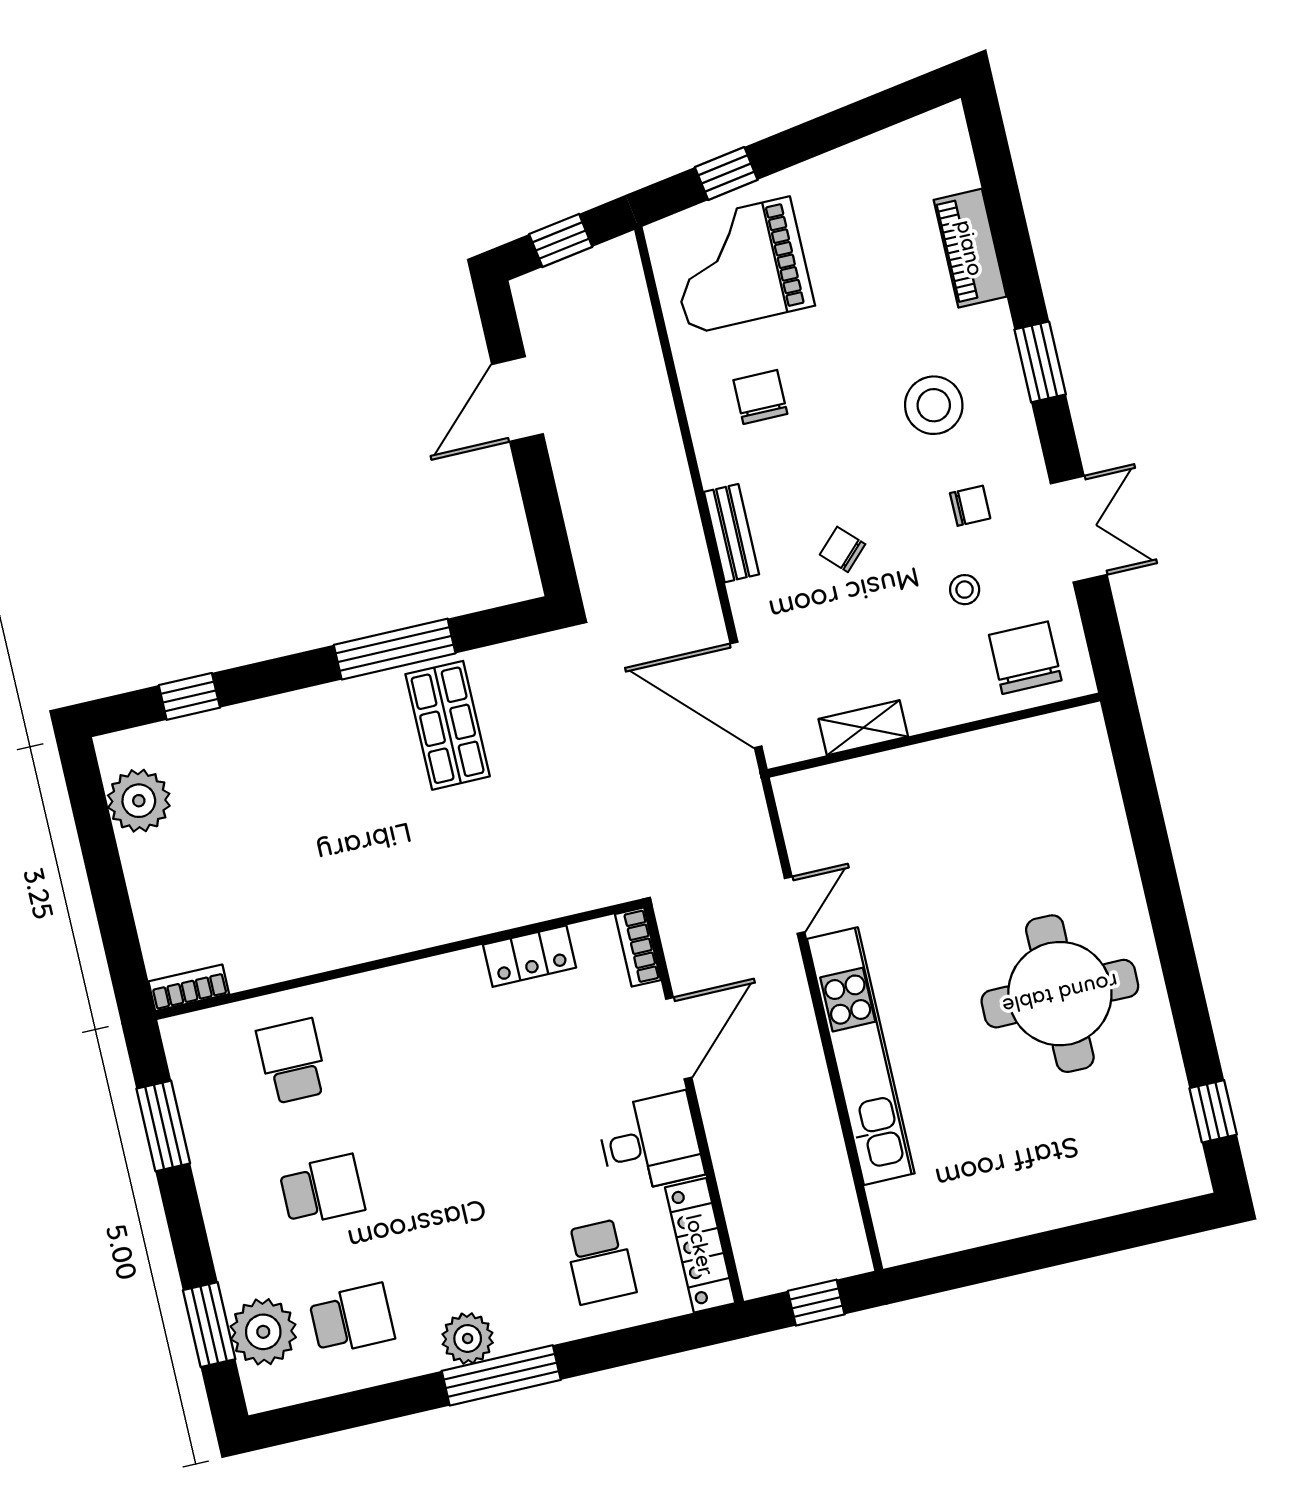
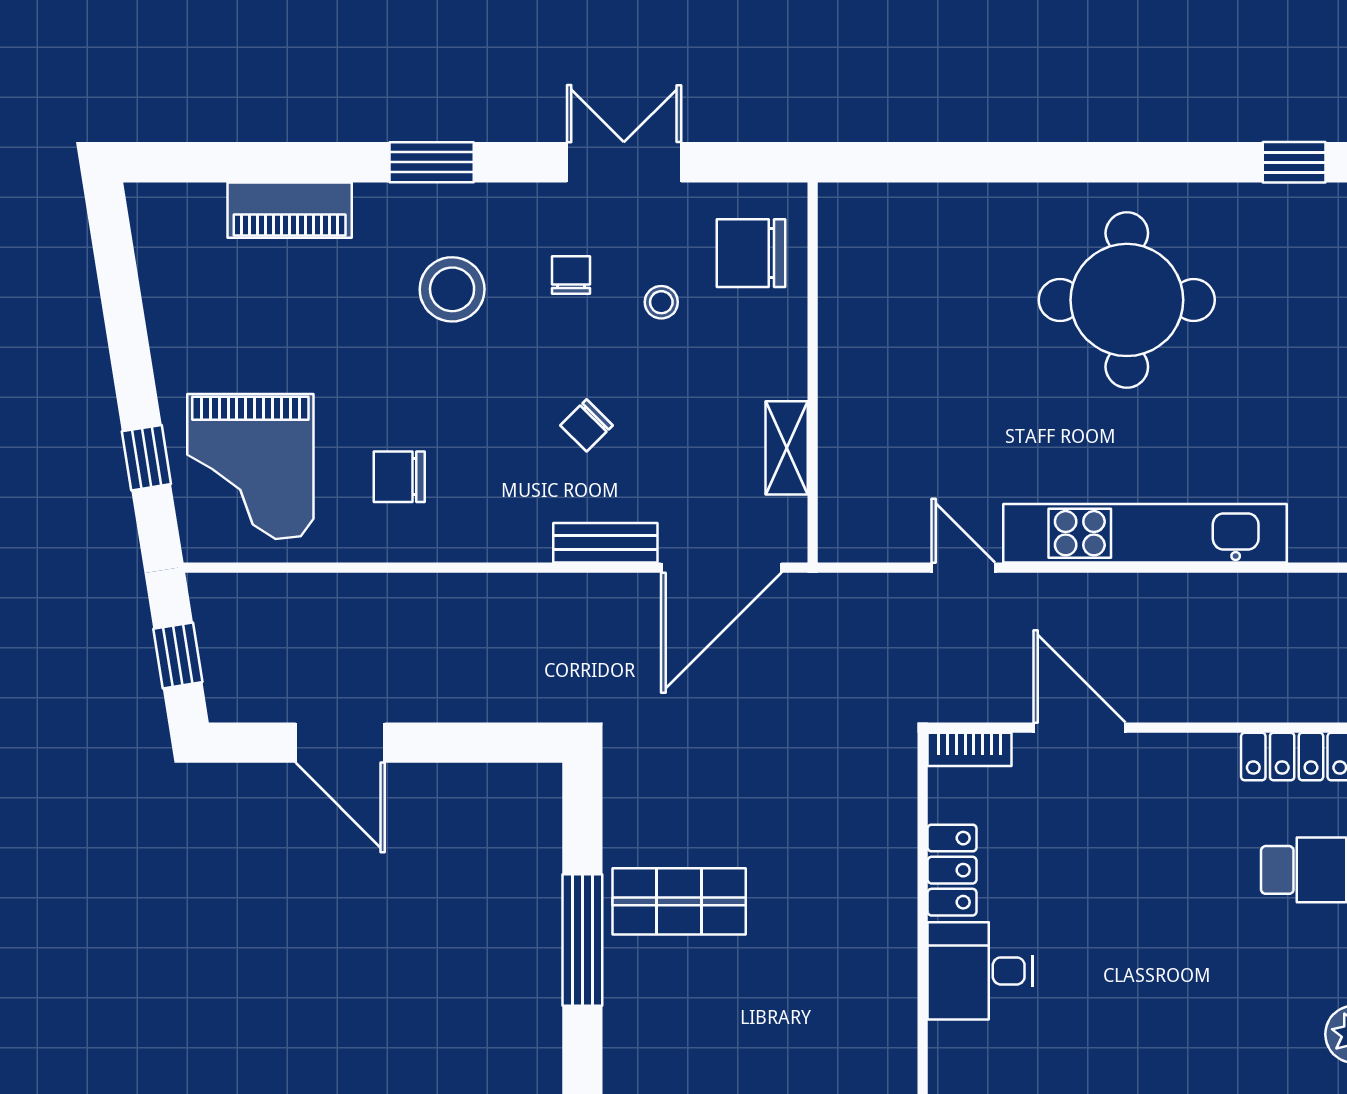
bench: (731, 533) -> (605, 543), moved
desk: (650, 1142) -> (980, 971), moved, turned -90

